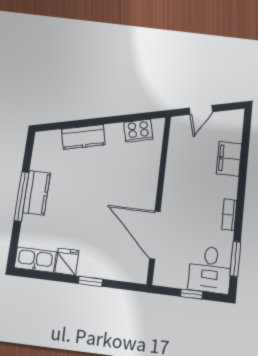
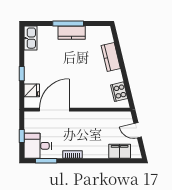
filing cabinet: (229, 159) -> (120, 151), moved
fridge: (67, 262) -> (32, 90), moved

